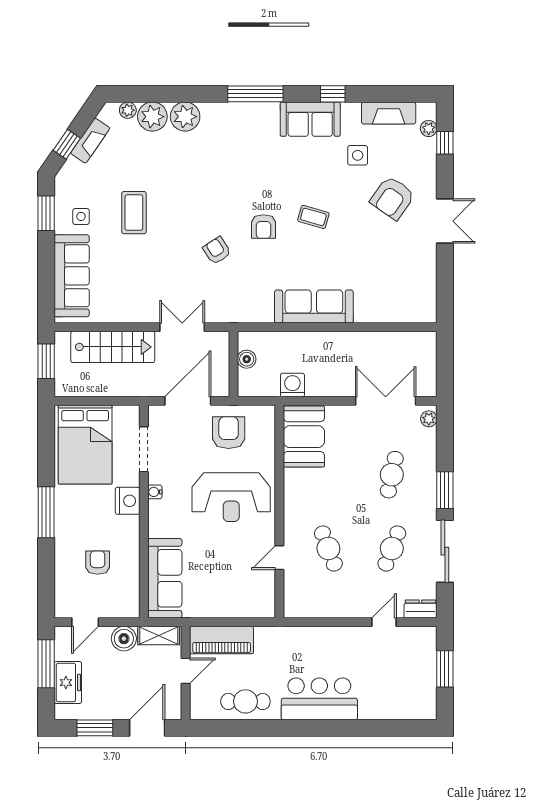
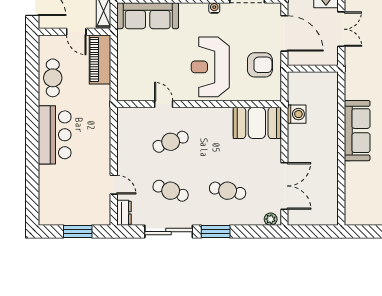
boiler: (247, 359) -> (317, 79), removed

